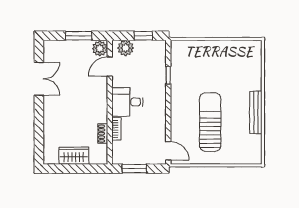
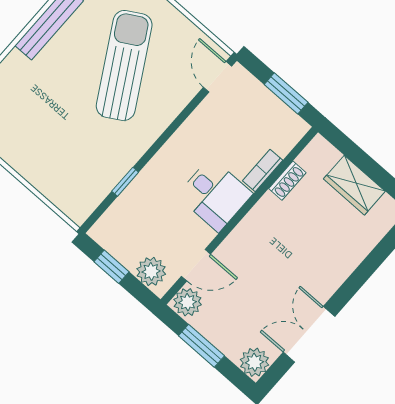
plant: (51, 48) -> (254, 362), added
sun lounger: (210, 122) -> (124, 65), turned 150

